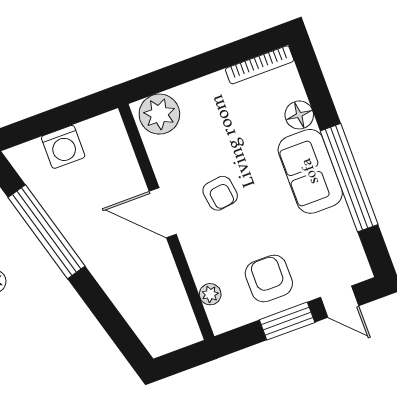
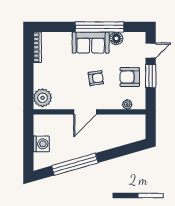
floor lamp: (299, 115) -> (116, 38), moved
armchair: (220, 193) -> (96, 78), moved

